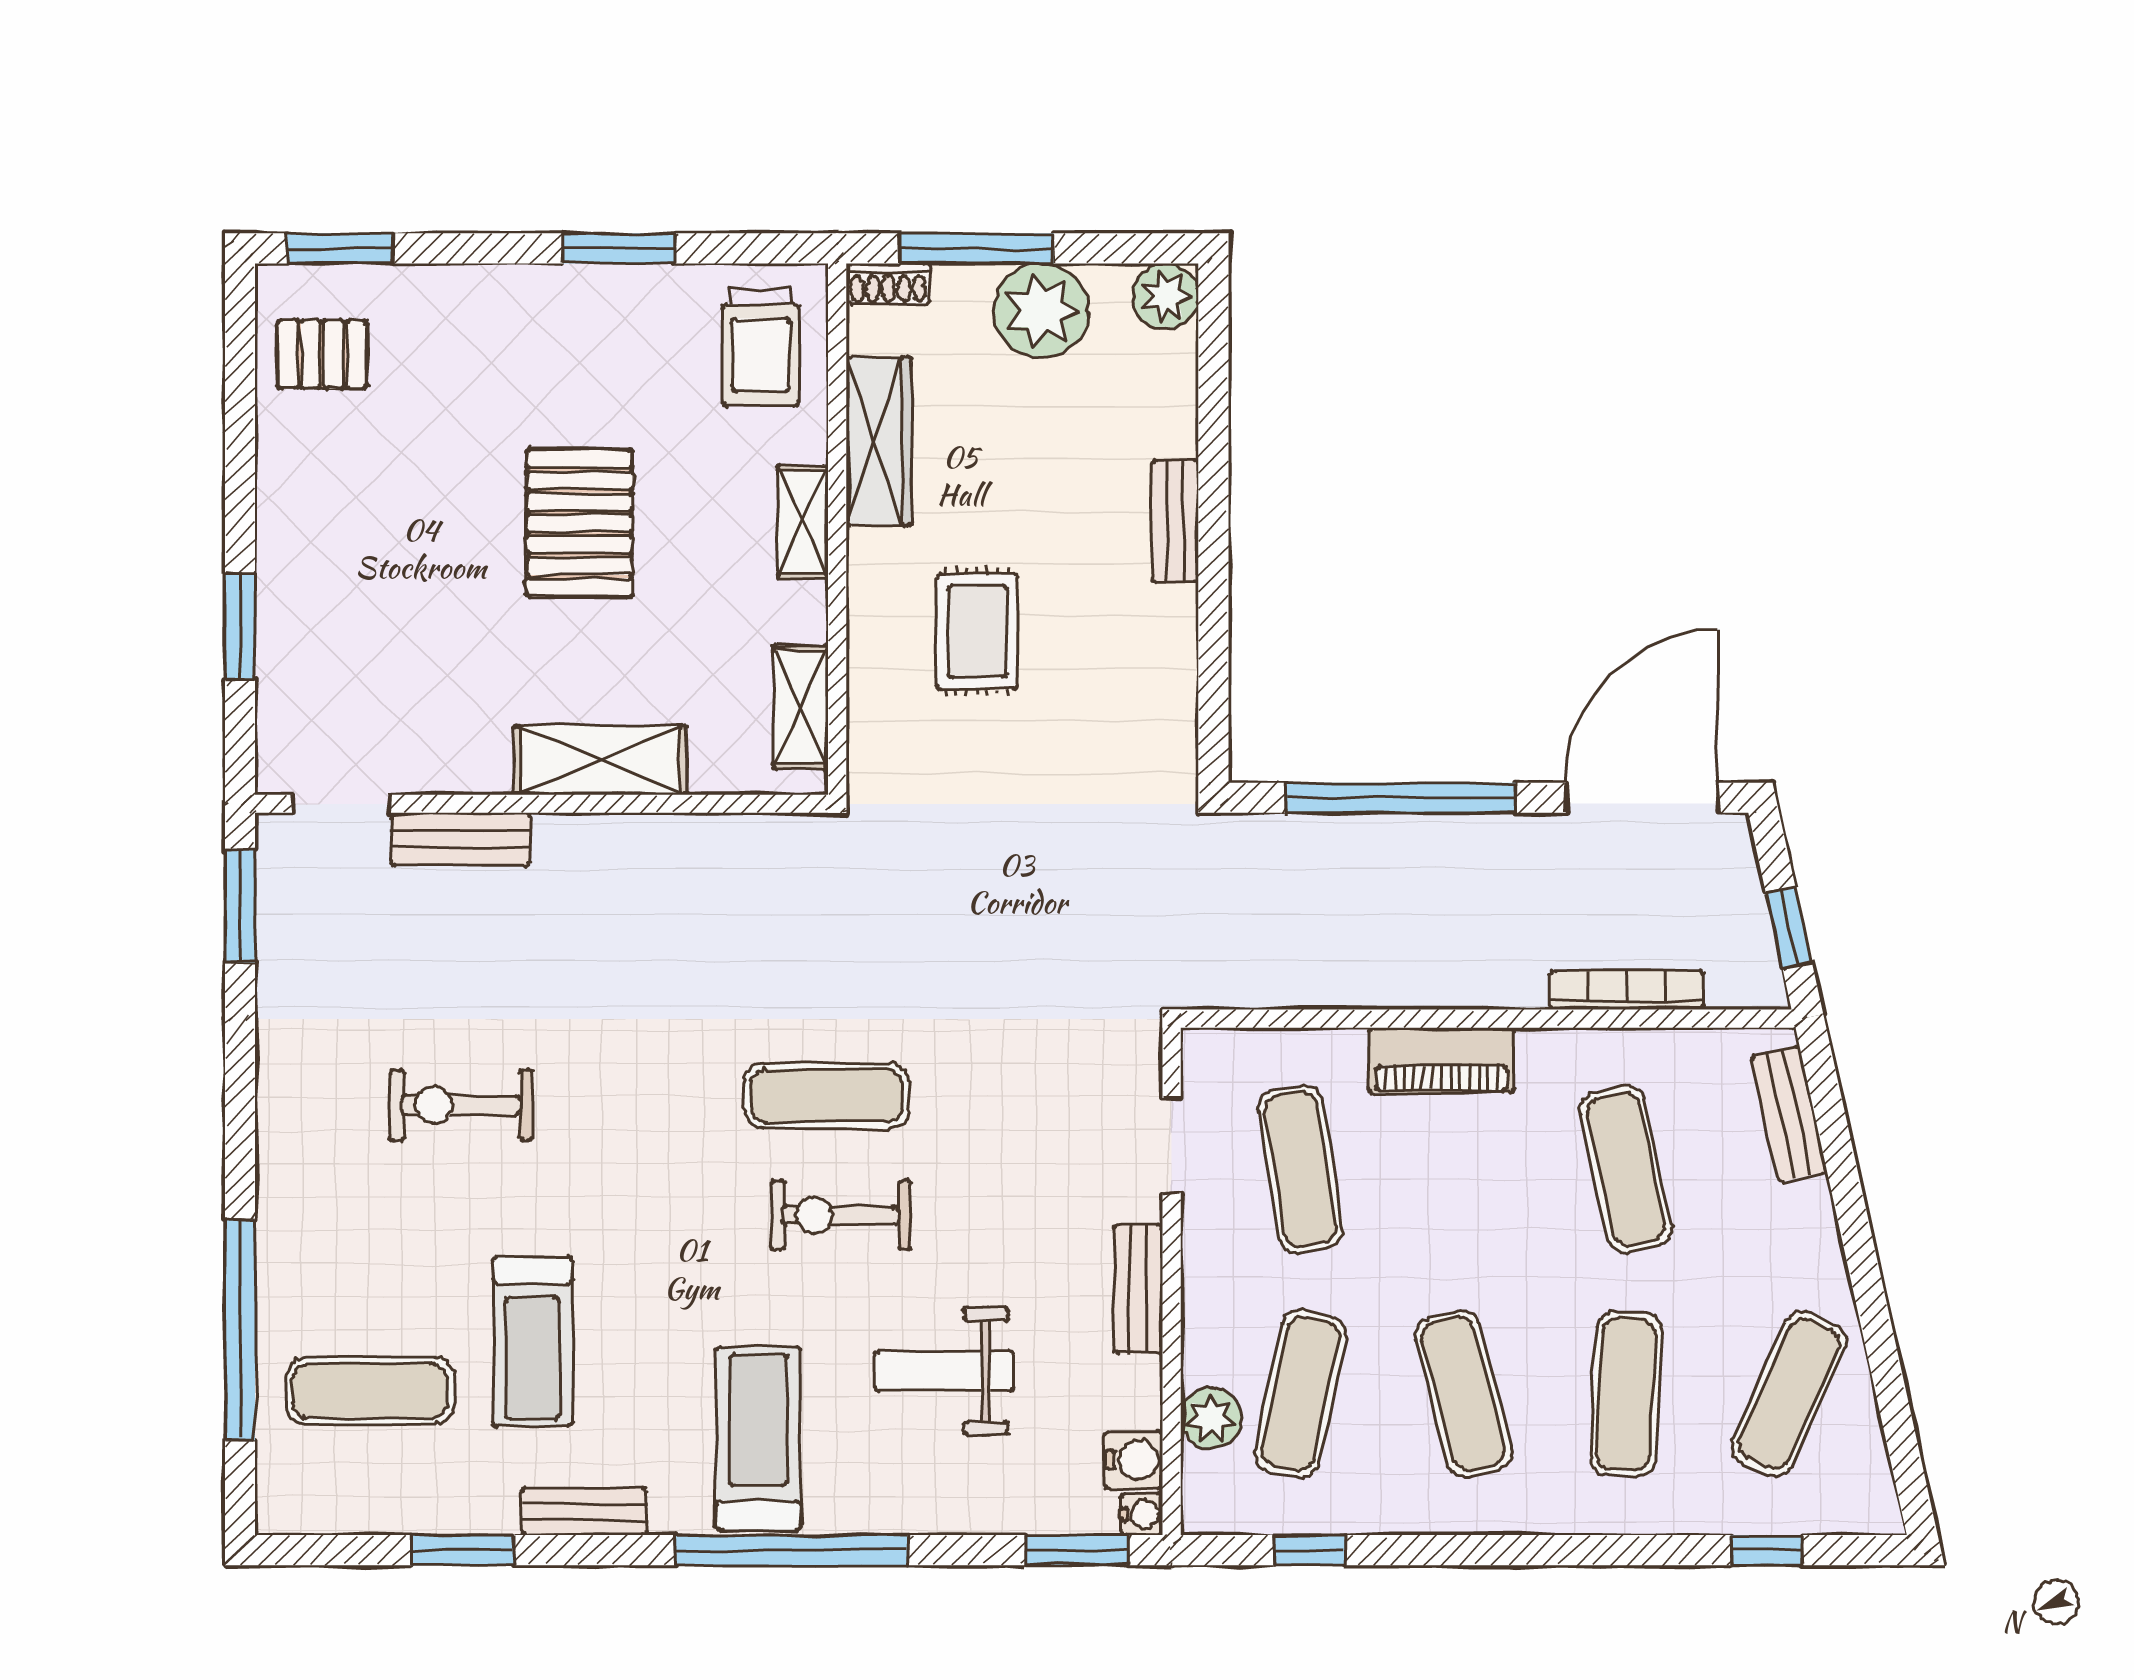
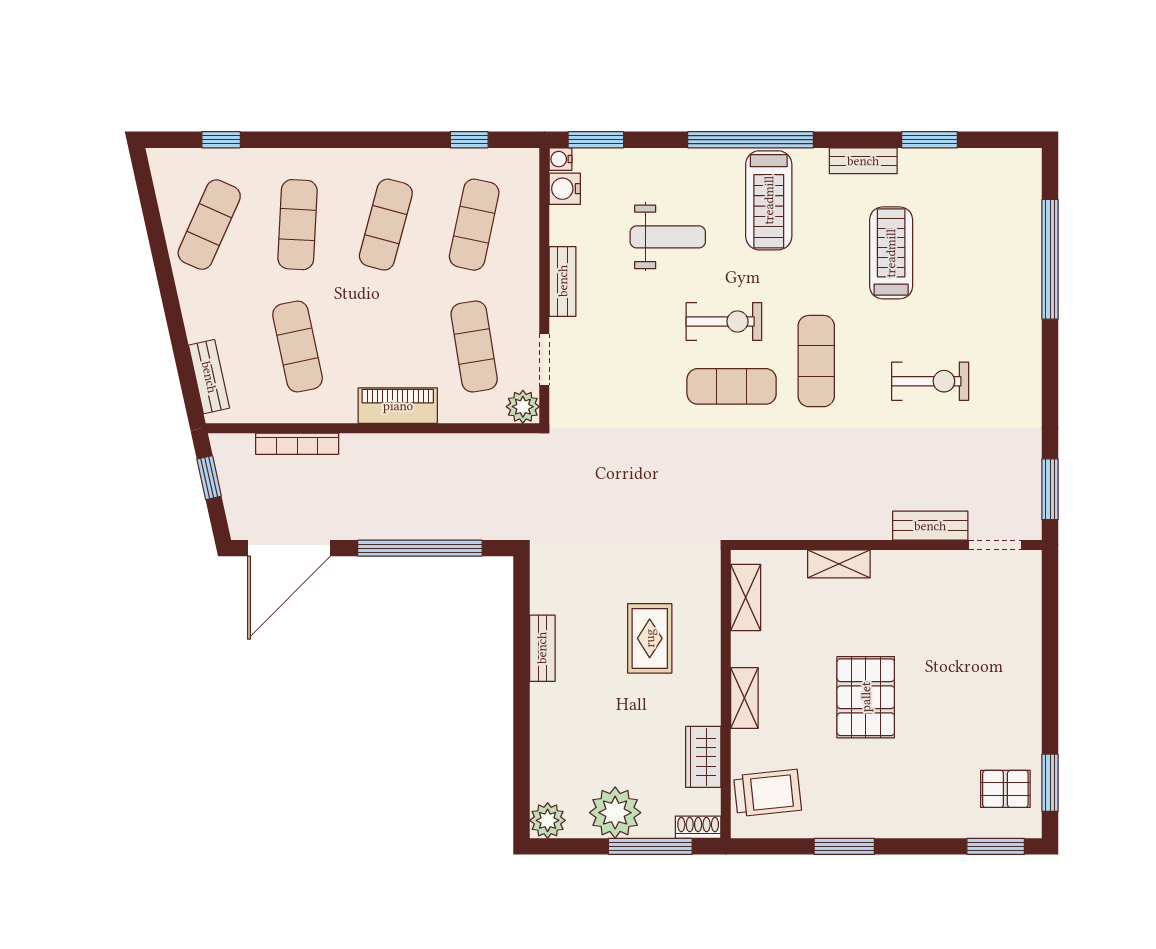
trolley: (760, 347) -> (768, 793), turned 84
wardrobe: (879, 441) -> (703, 757), width x0.67
bench: (1175, 521) -> (542, 648), moved
window: (240, 626) -> (1050, 783), moved
shelving: (600, 760) -> (839, 564), width x0.67, depth x0.75
exercise mat: (370, 1391) -> (816, 361), moved, turned 90
exercise mat: (1463, 1394) -> (386, 225), turned 30
plant: (1211, 1418) -> (523, 407), moved

